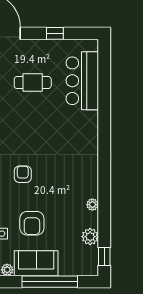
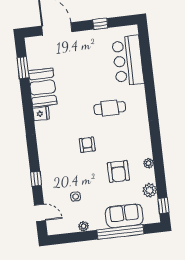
cafe table: (33, 83) -> (110, 108), moved
armchair: (32, 223) -> (118, 171), moved
sofa: (36, 263) -> (124, 216), moved

